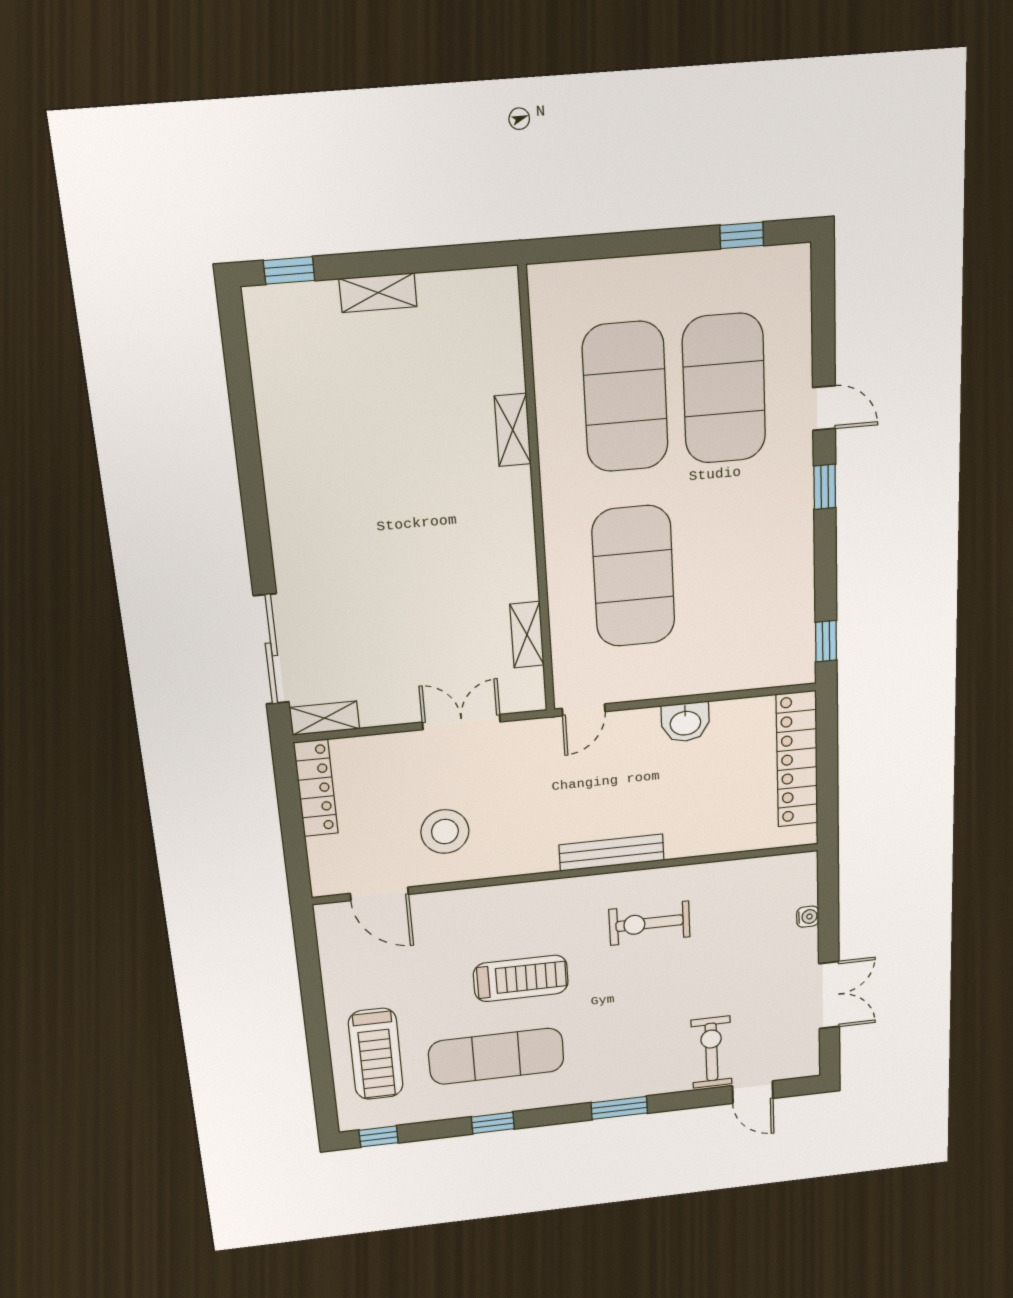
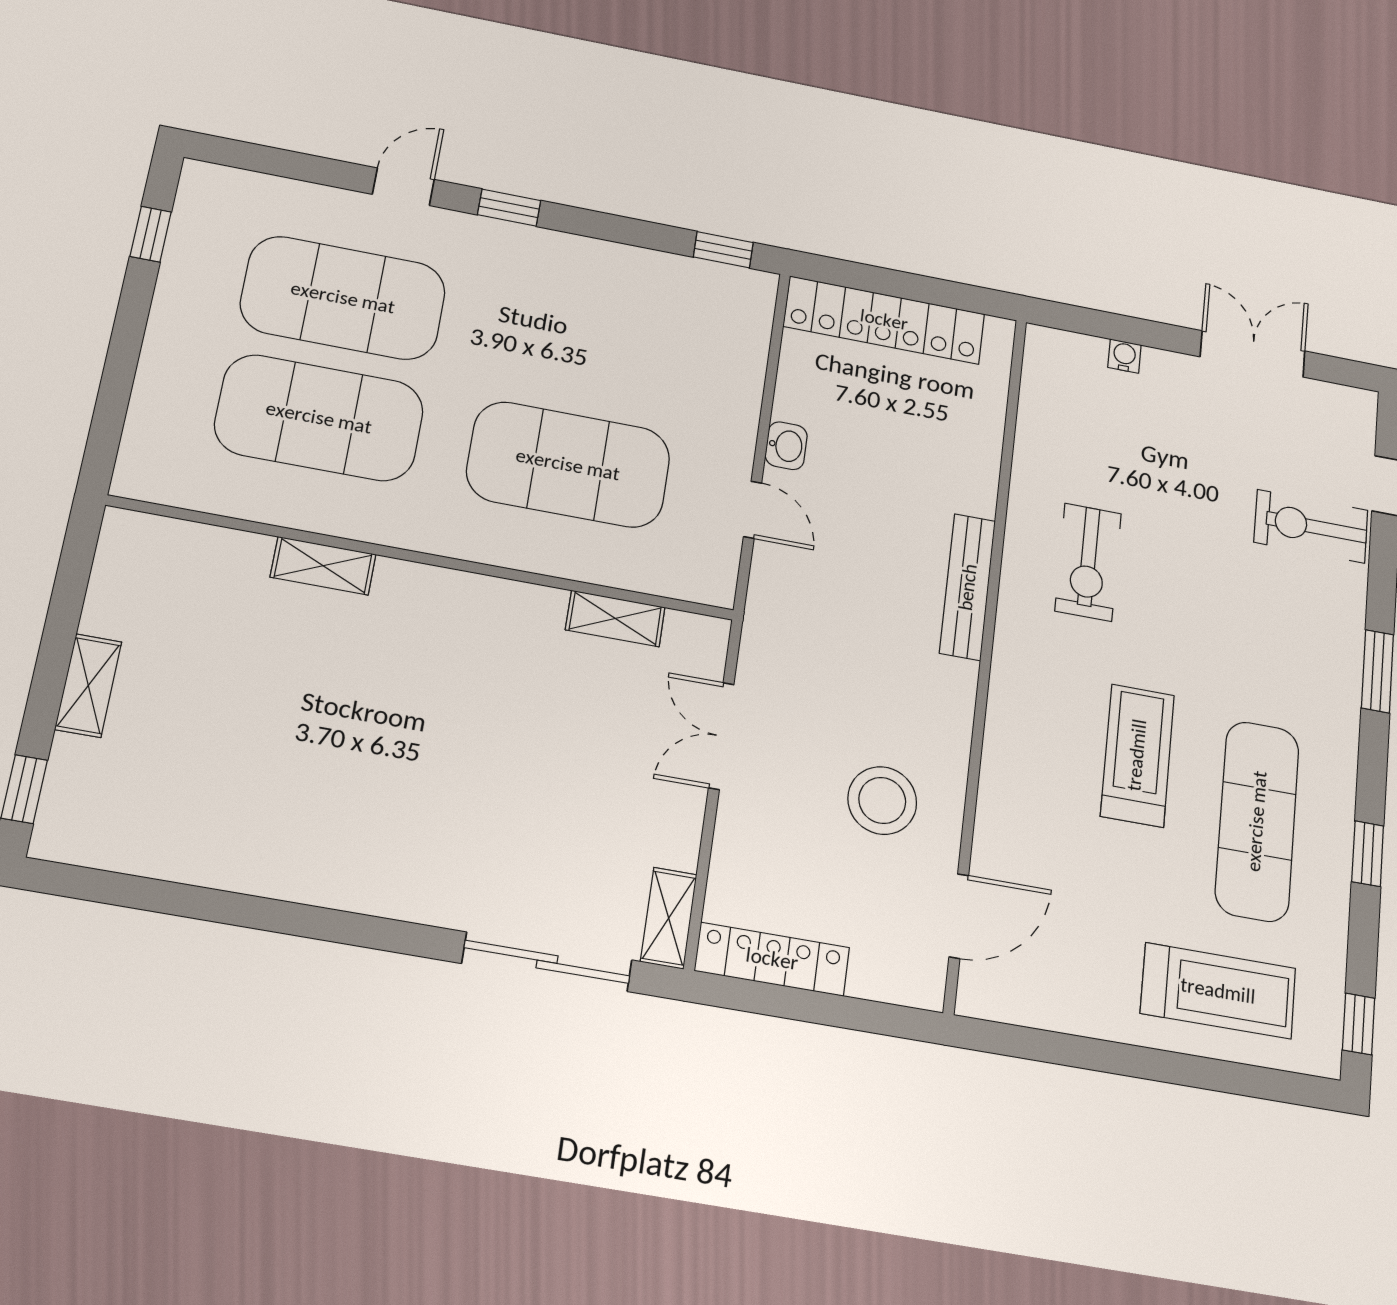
door: (584, 710) -> (753, 510), moved
washbasin: (685, 722) -> (786, 446), width x0.72, depth x0.69

